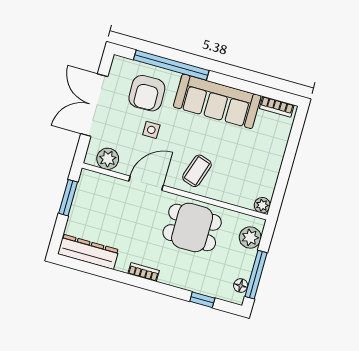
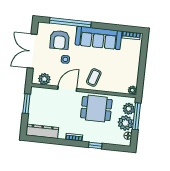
plant: (240, 262) -> (125, 123), added
window: (256, 275) -> (137, 116), moved
window: (202, 300) -> (95, 145), moved

